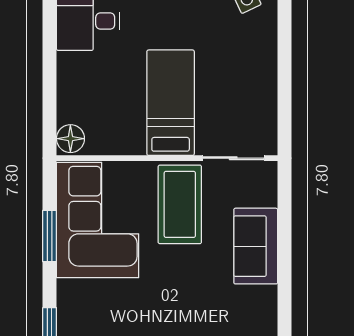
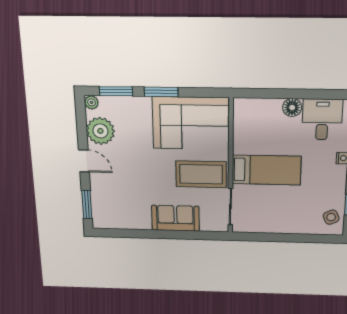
floor lamp: (70, 139) -> (292, 108), moved
window: (50, 236) -> (161, 92), moved

